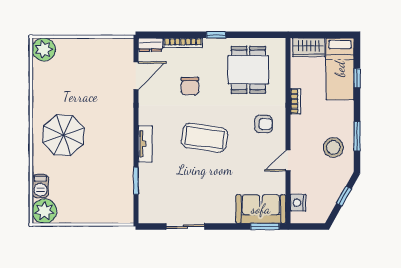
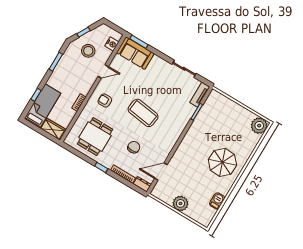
plant: (44, 49) -> (180, 203), moved
tv unit: (145, 144) -> (200, 95), moved
stool: (333, 147) -> (88, 51), moved
barbecue: (40, 186) -> (217, 201), moved

